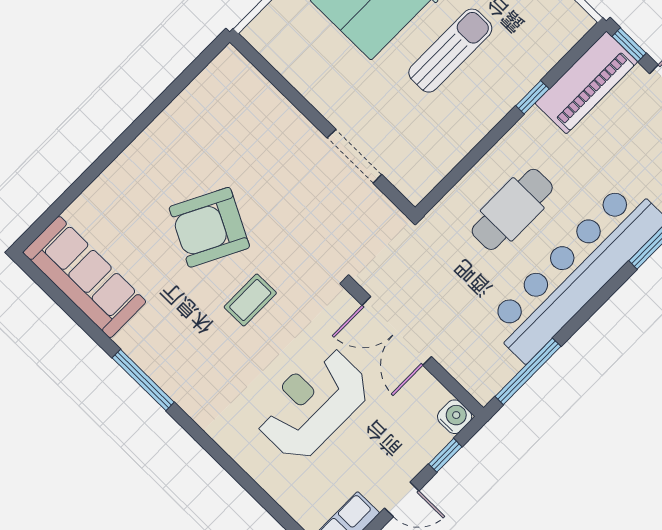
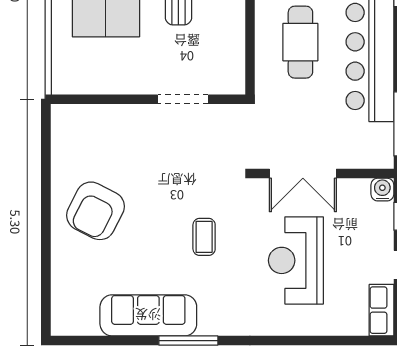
armchair: (209, 227) -> (95, 211), moved
sofa: (84, 277) -> (148, 315), moved

